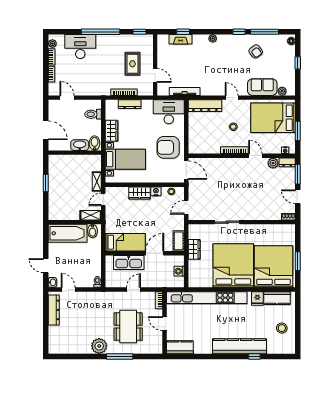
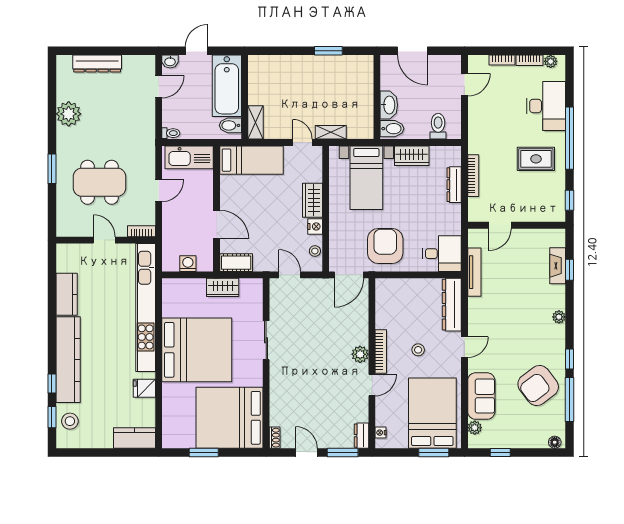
armchair: (256, 51) -> (538, 386), width x1.88, depth x1.88
window: (298, 63) -> (500, 453), moved
rug: (132, 64) -> (536, 159), moved
desk: (169, 112) -> (442, 254), width x0.73
door: (46, 130) -> (412, 51), hinge flipped
window: (298, 131) -> (434, 453), moved
plant: (273, 163) -> (360, 354), moved
door: (298, 197) -> (306, 453), hinge flipped
shelving: (91, 215) -> (255, 122), moved
wall: (75, 222) -> (245, 97), moved
bidet: (93, 231) -> (230, 125), moved
bathtub: (68, 233) -> (227, 86), moved
bed: (125, 242) -> (251, 160), moved, turned -90
kitchen sink: (129, 263) -> (189, 157), moved, turned -90
bed: (273, 267) -> (229, 418), moved, turned 180
door: (133, 290) -> (159, 191), hinge flipped
kitchen counter: (277, 298) -> (134, 438), moved, turned 90
dresser: (54, 310) -> (97, 64), moved
door: (164, 324) -> (104, 240), hinge flipped
stool: (282, 328) -> (70, 421), moved
plant: (99, 346) -> (69, 114), moved
kitchen counter: (180, 347) -> (67, 294), moved
window: (120, 356) -> (52, 169), width x0.69
window: (275, 356) -> (52, 417), added

